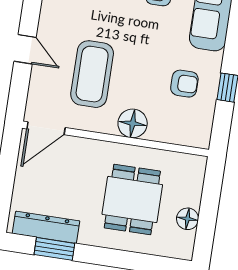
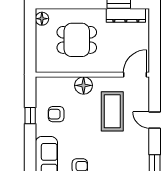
dining table: (132, 199) -> (77, 40), turned 90
floor lamp: (188, 219) -> (42, 19), moved

